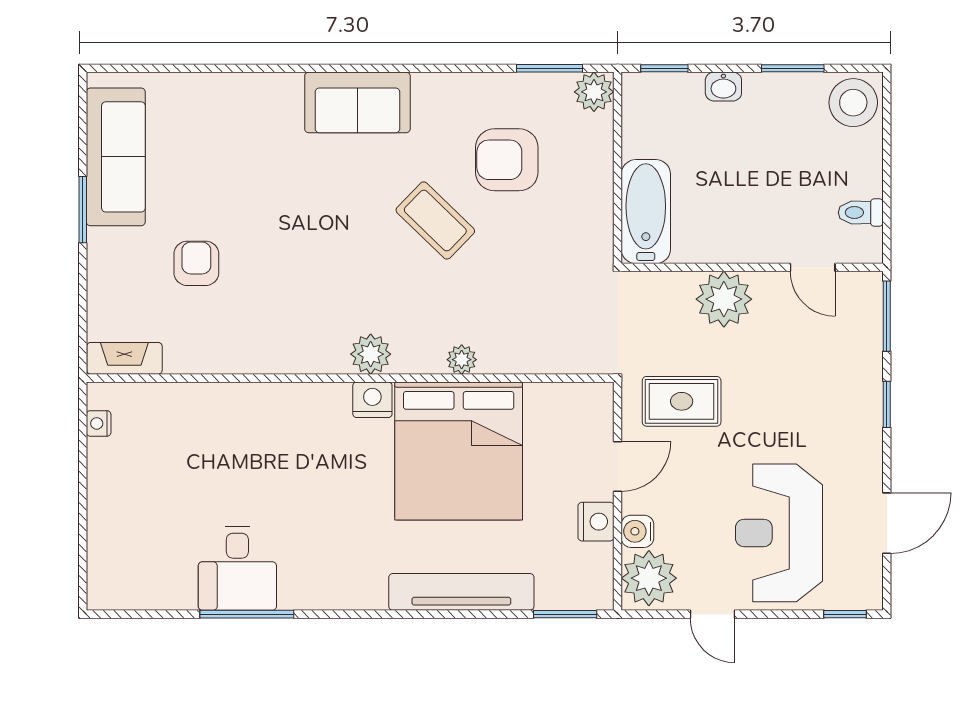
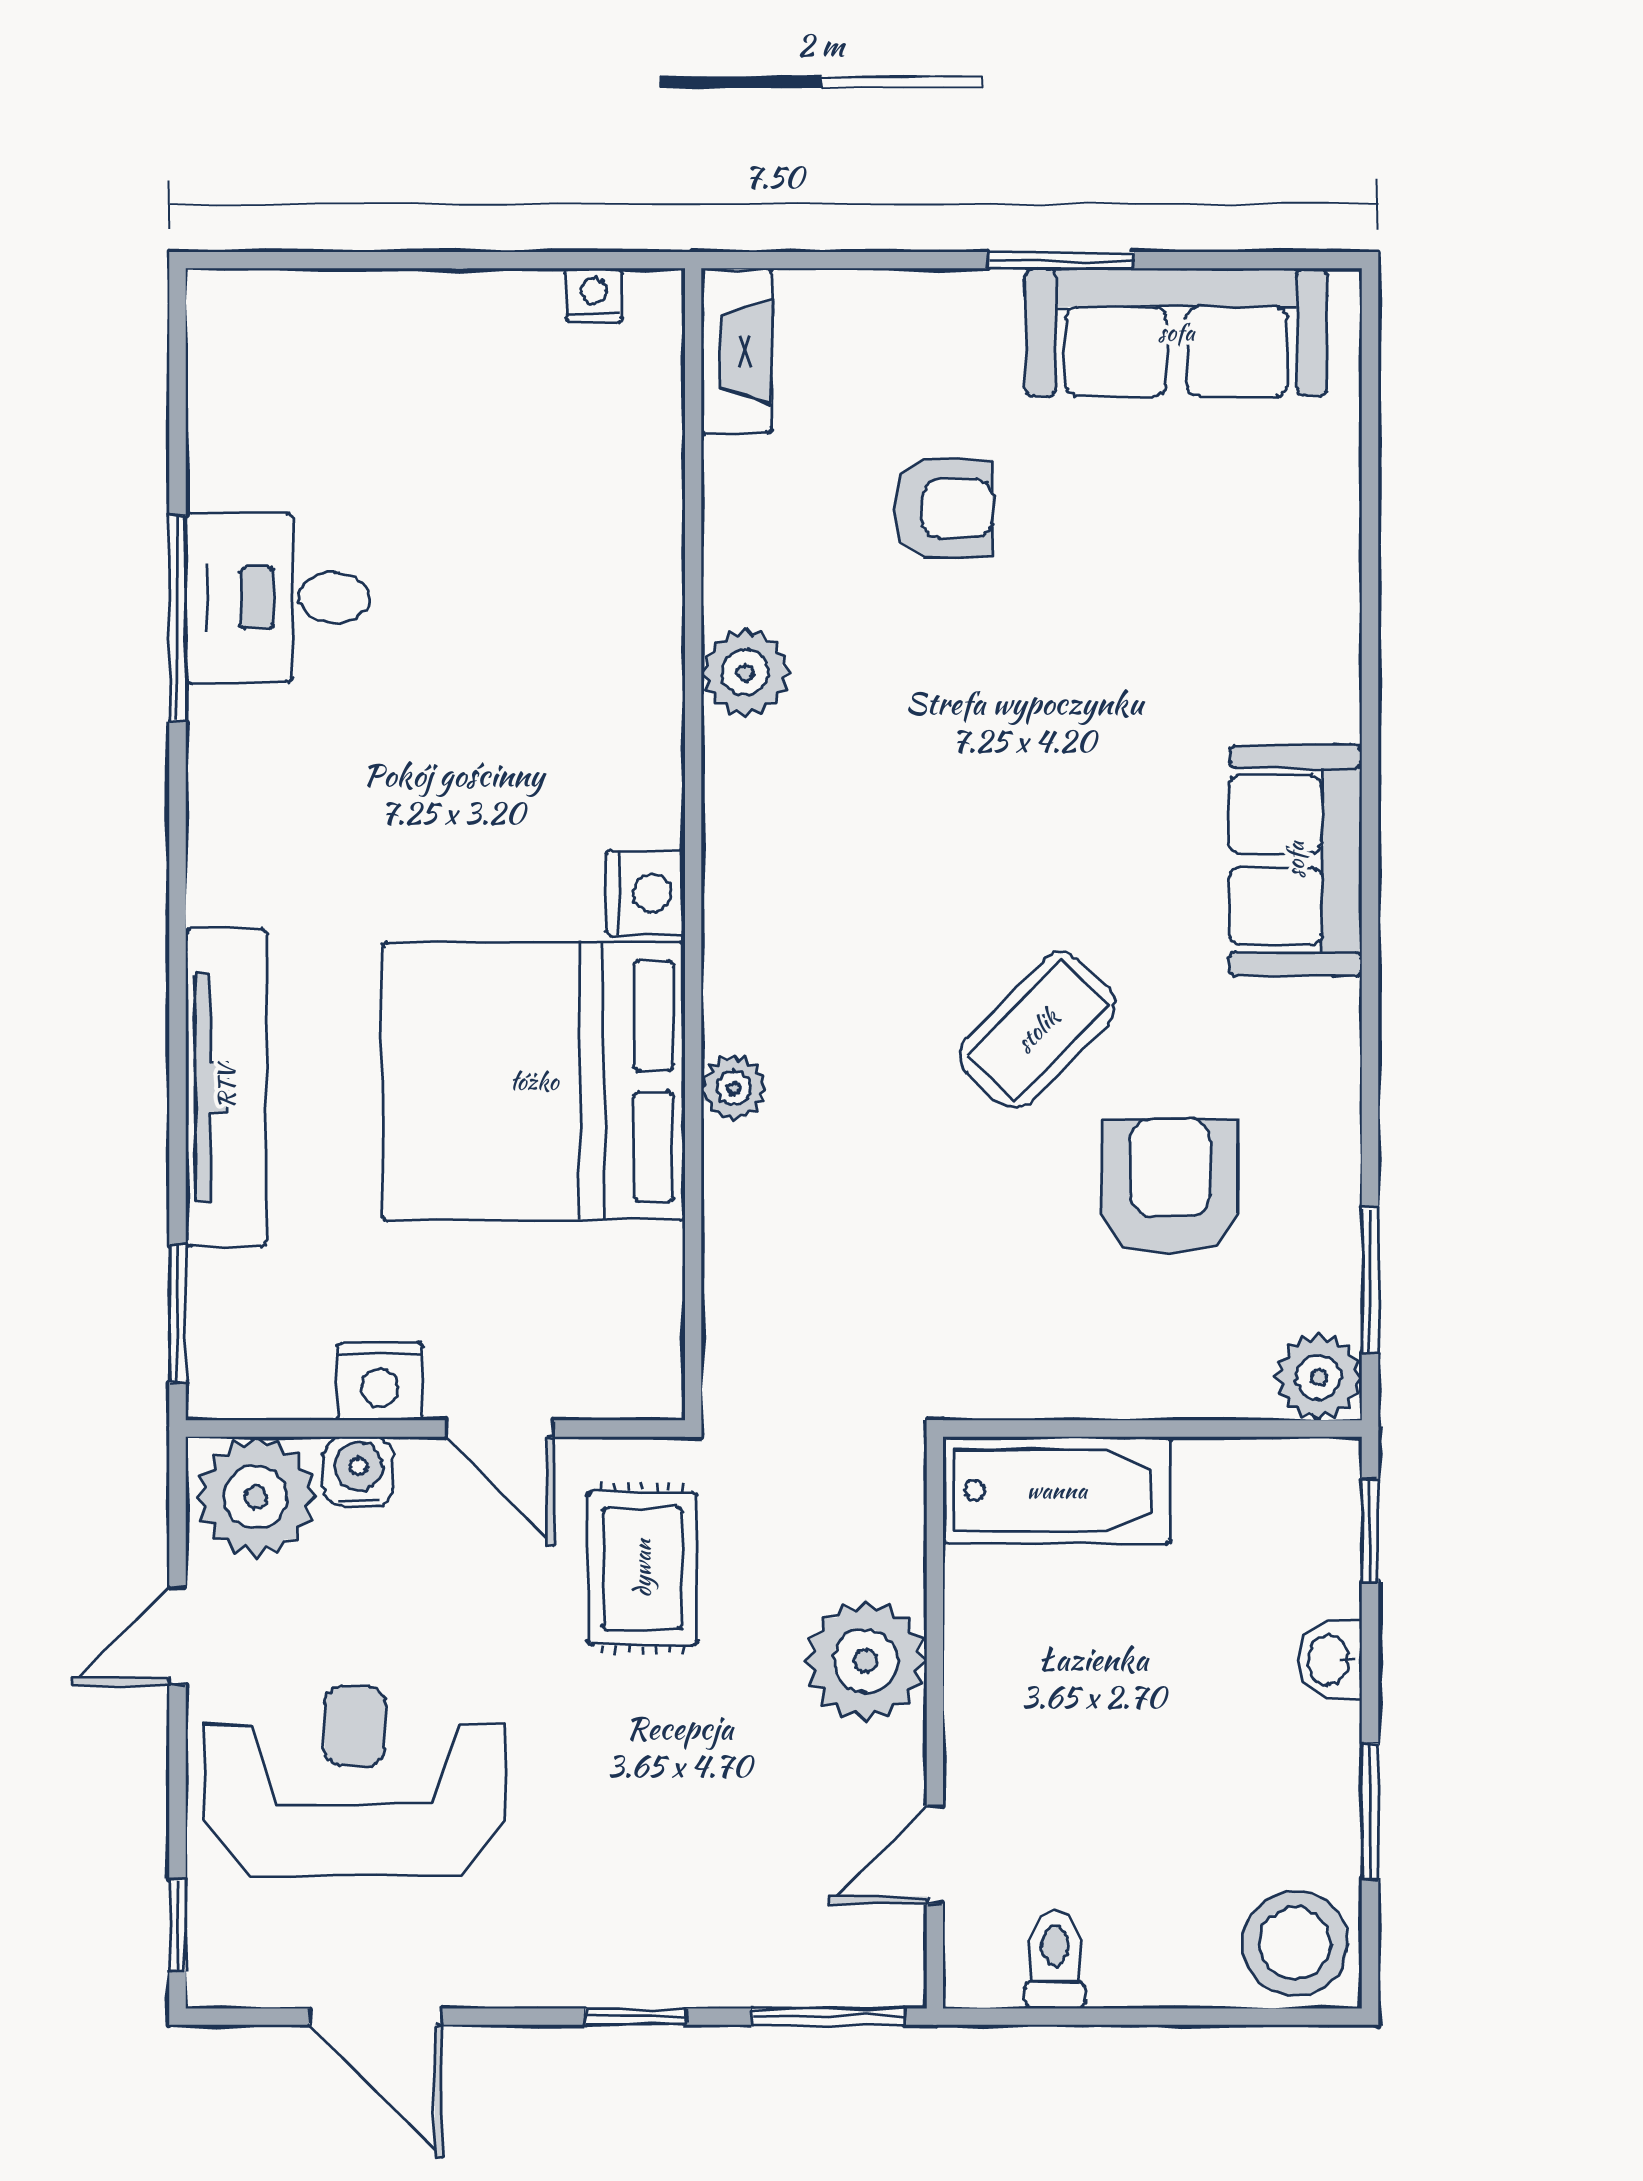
plant: (371, 354) -> (745, 673), moved

